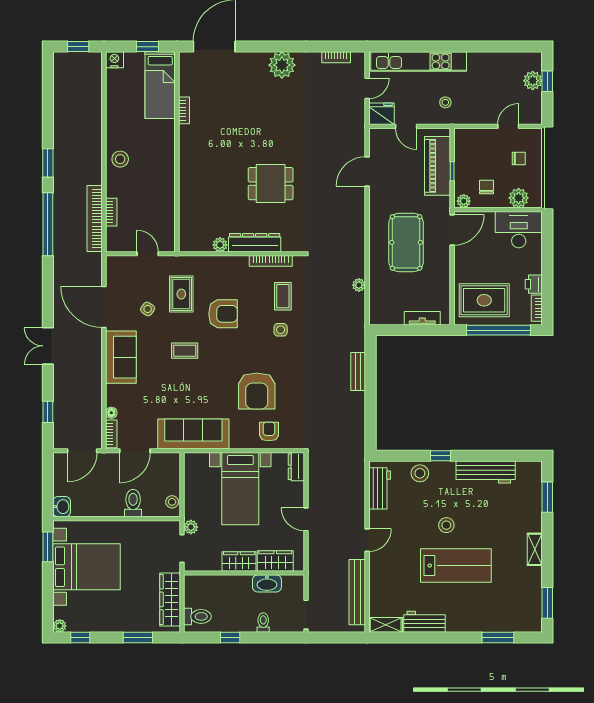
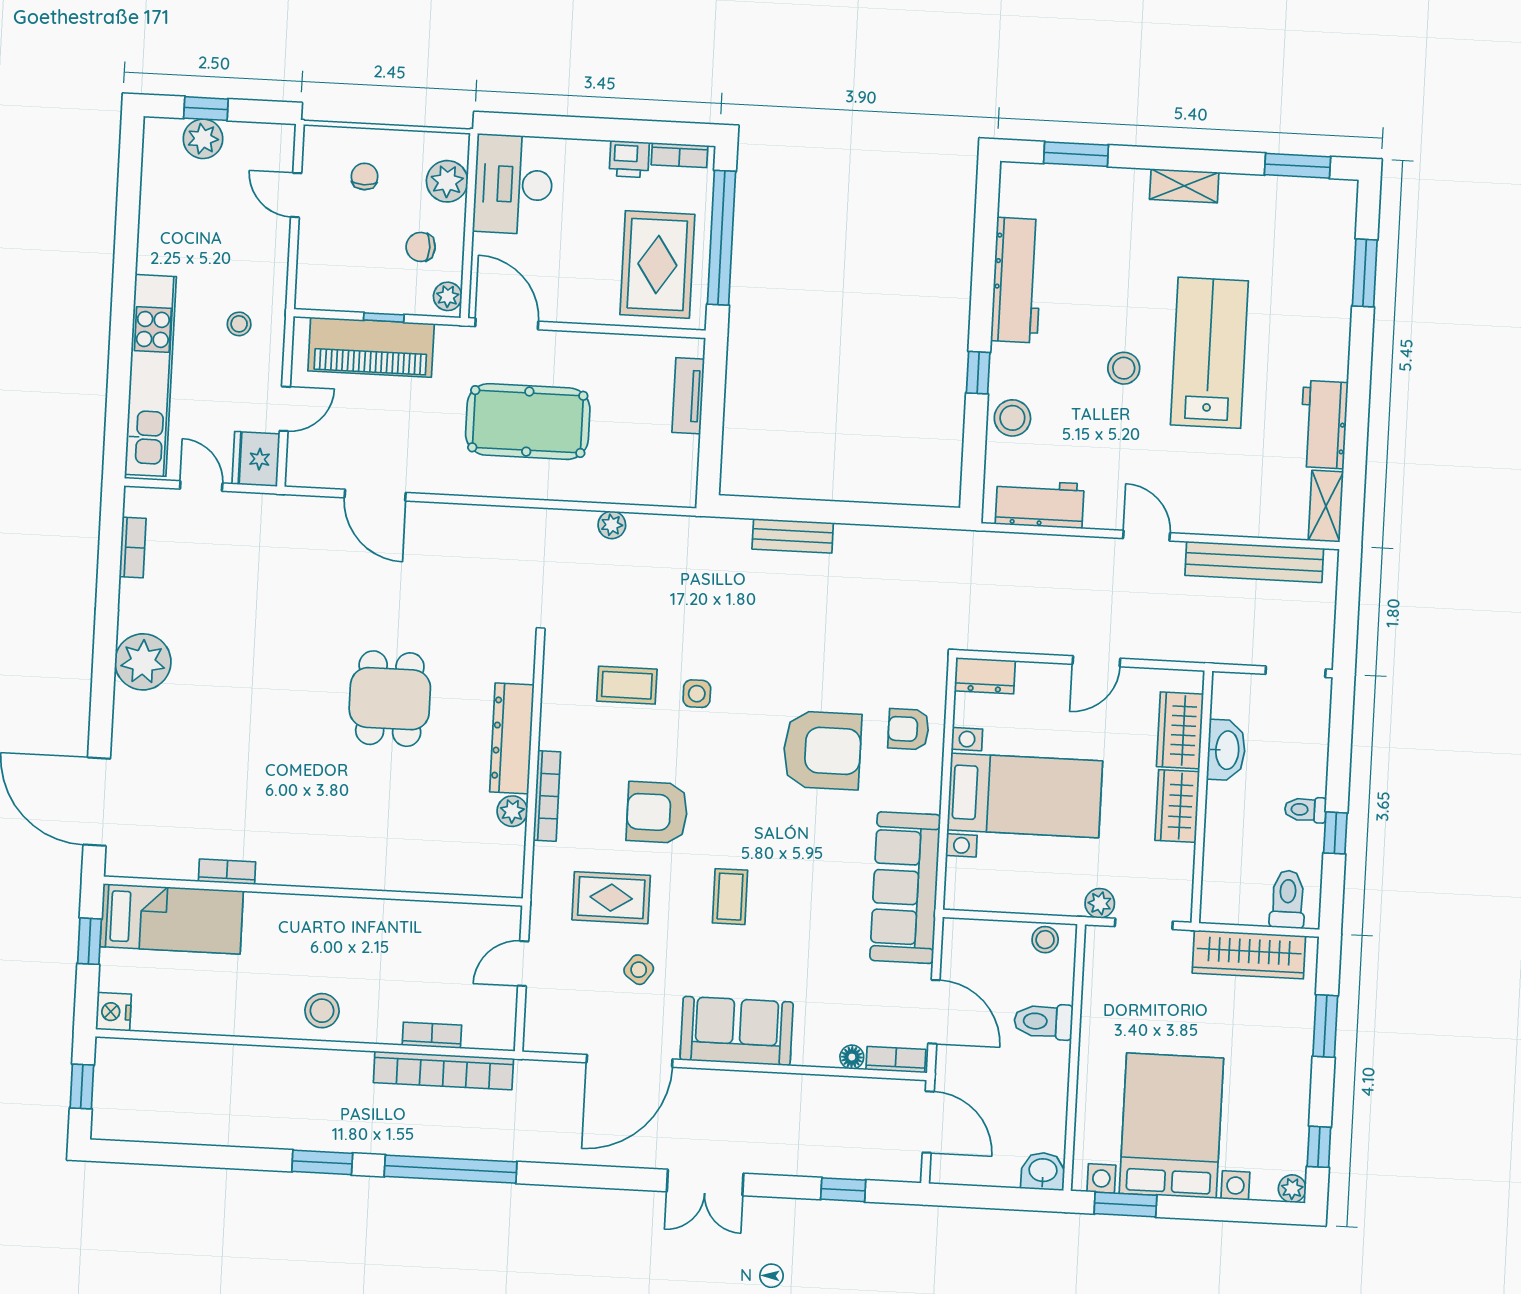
bookcase: (271, 261) -> (547, 796), moved
armchair: (223, 314) -> (657, 812), turned -90
toilet: (263, 623) -> (1305, 810), moved

